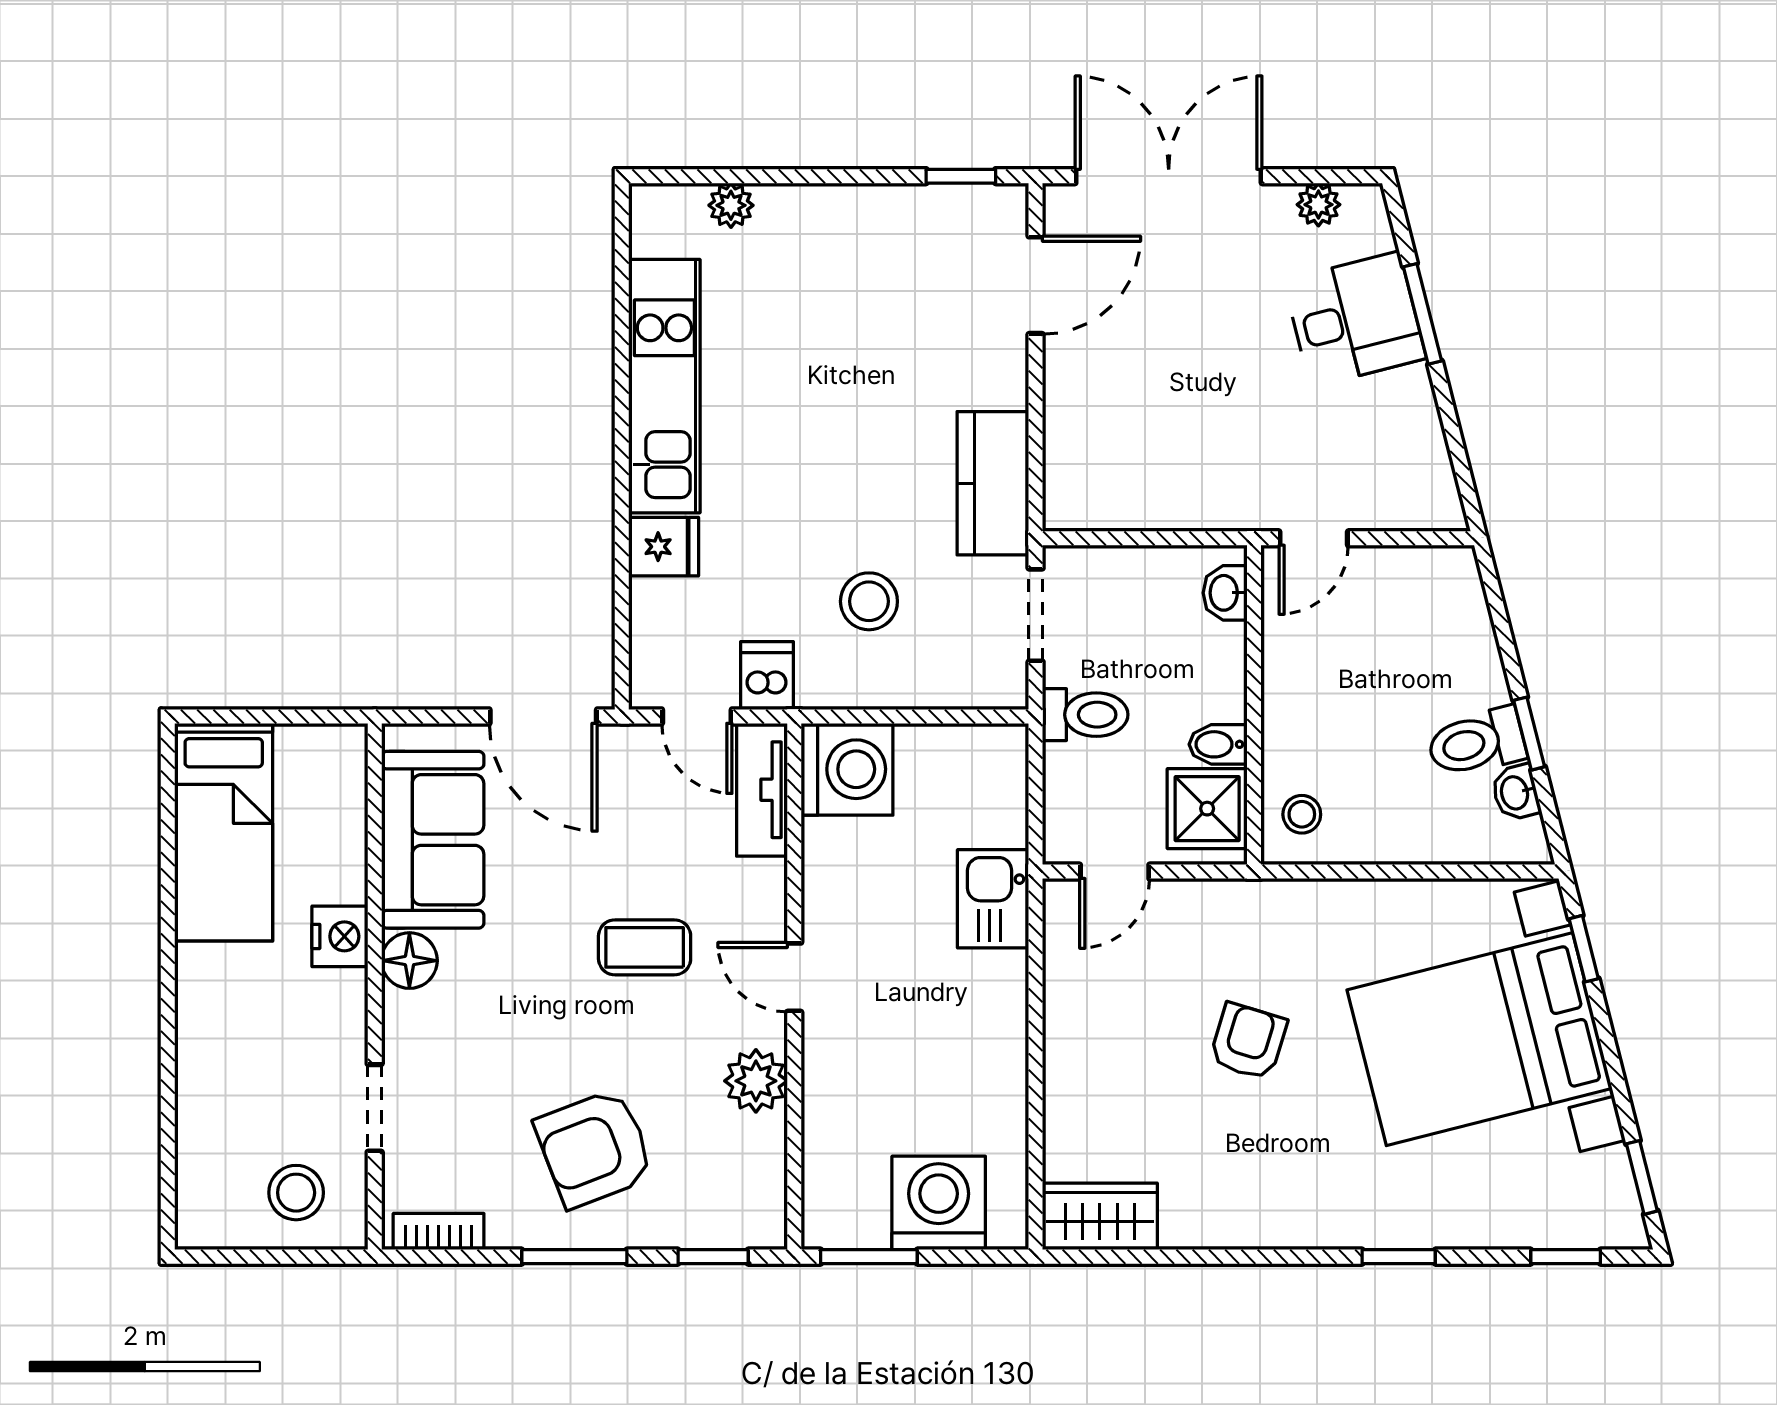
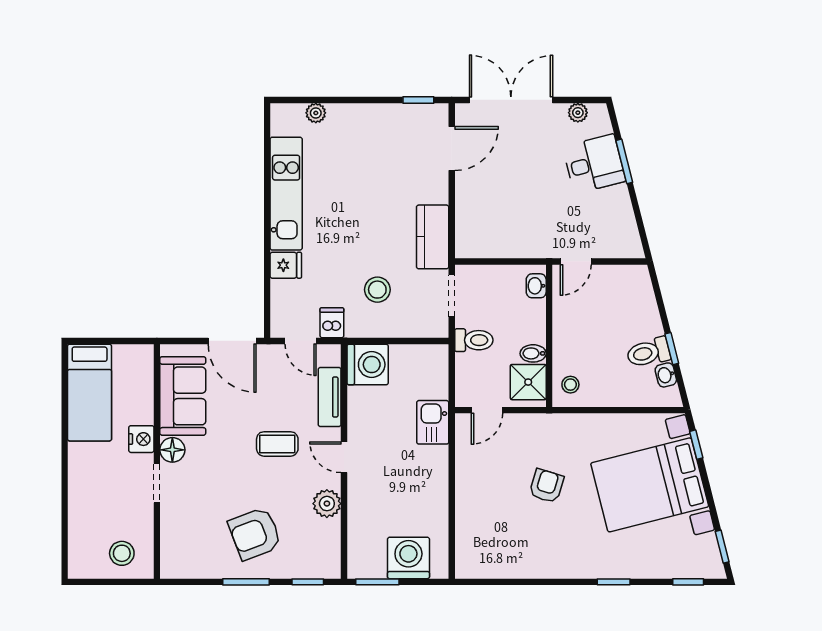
tv unit: (762, 790) -> (330, 397), moved
doorway: (375, 1108) -> (157, 483), moved
wardrobe: (1100, 1216) -> (480, 564), removed
bookcase: (439, 1232) -> (185, 571), removed

